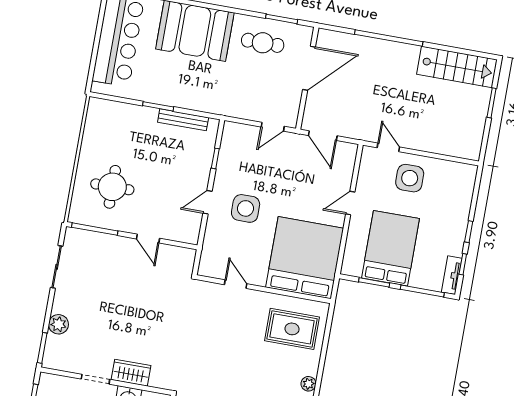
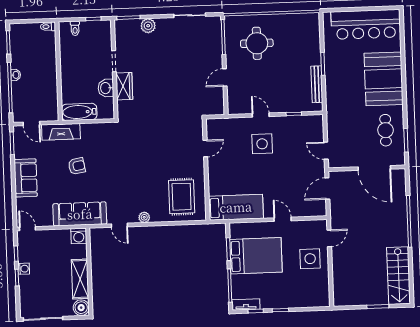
bed: (305, 258) -> (236, 207), width x0.49

